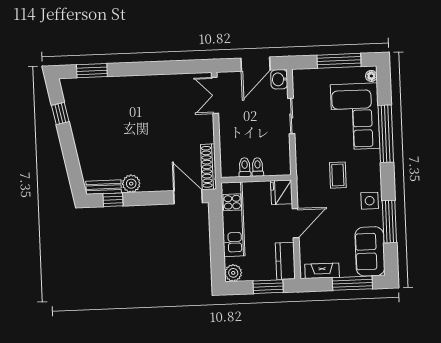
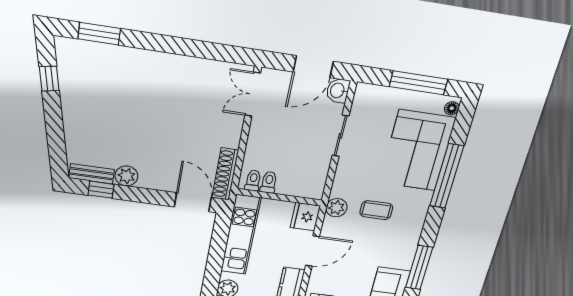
toilet: (258, 167) -> (253, 181), moved
coffee table: (338, 175) -> (376, 210), turned 90
plant: (305, 179) -> (336, 208), added
side table: (370, 201) -> (404, 243), removed

